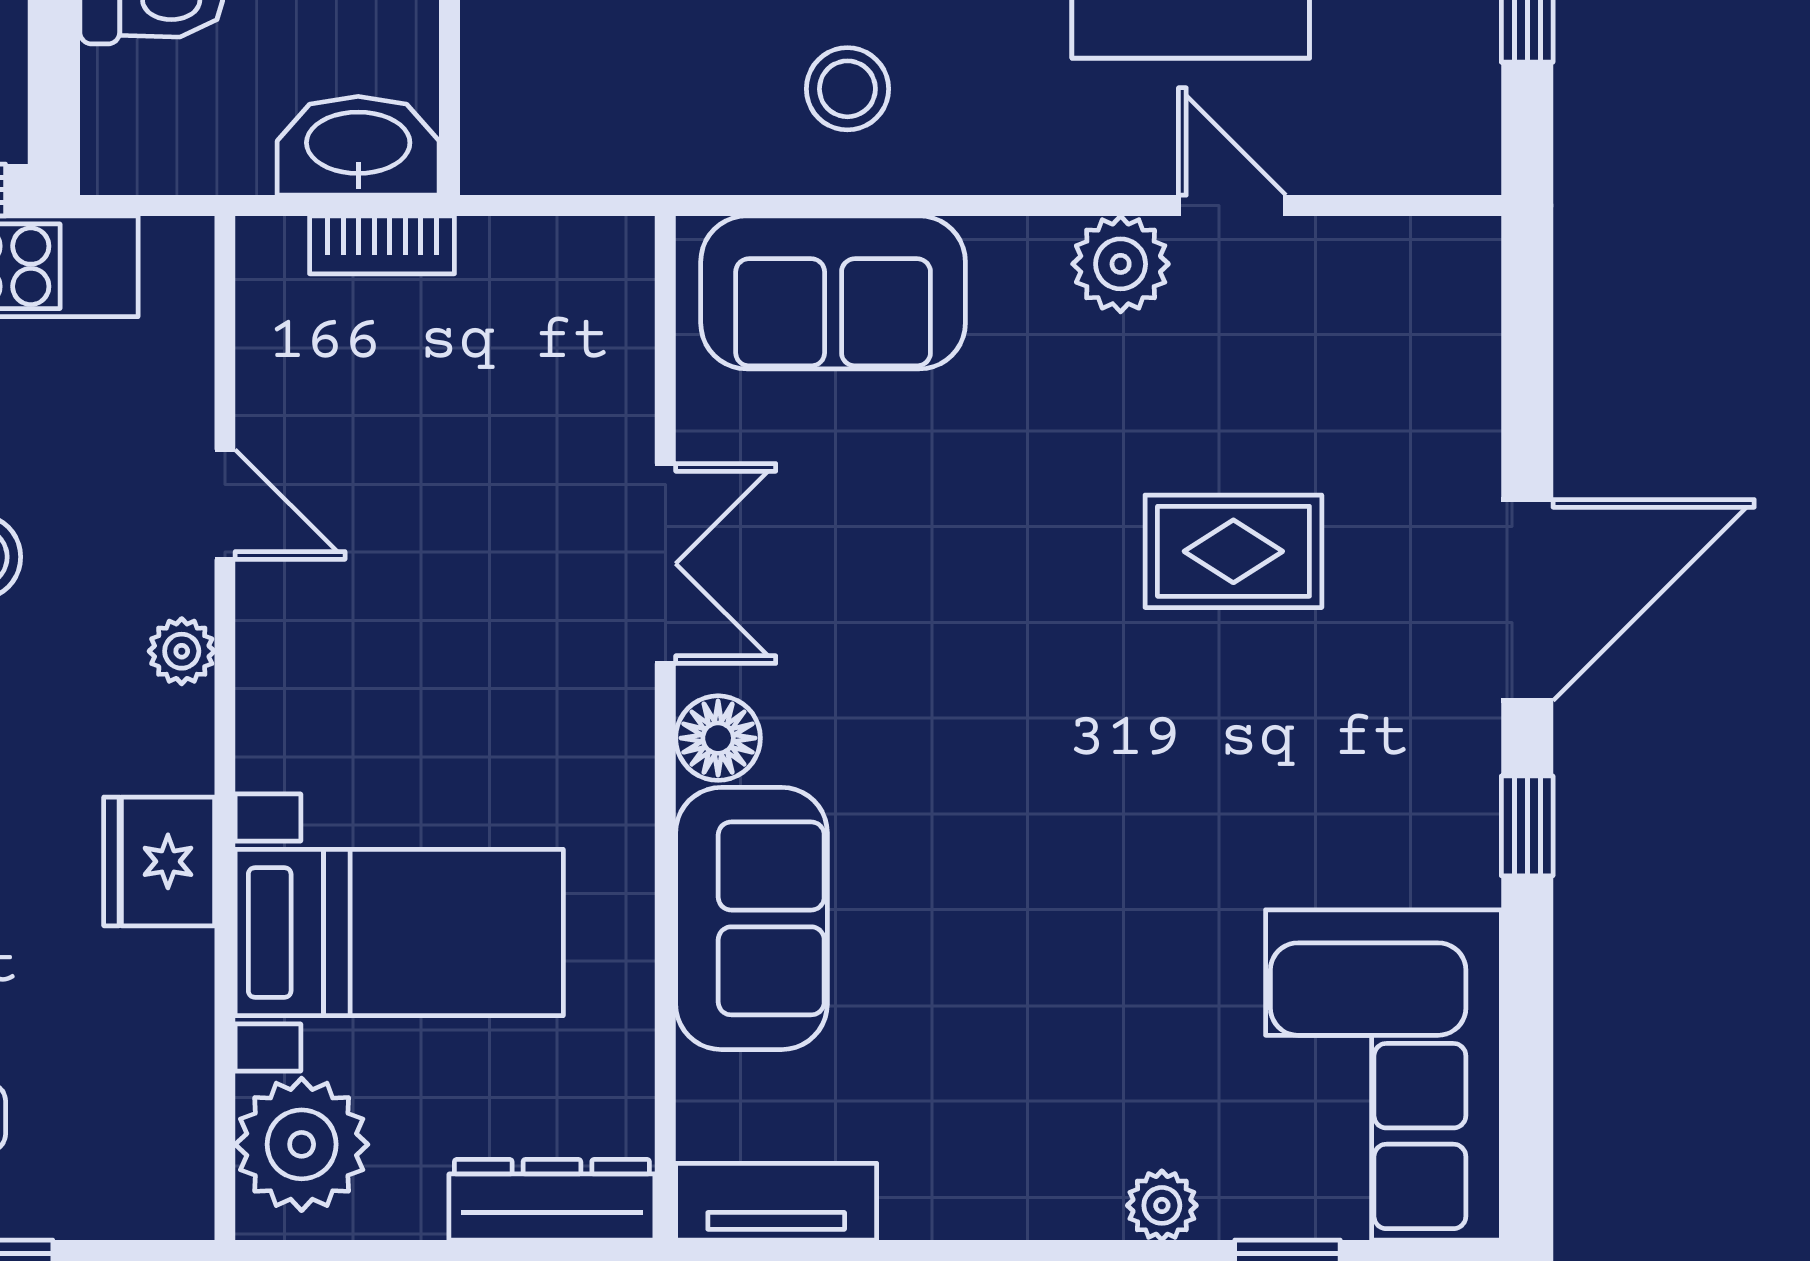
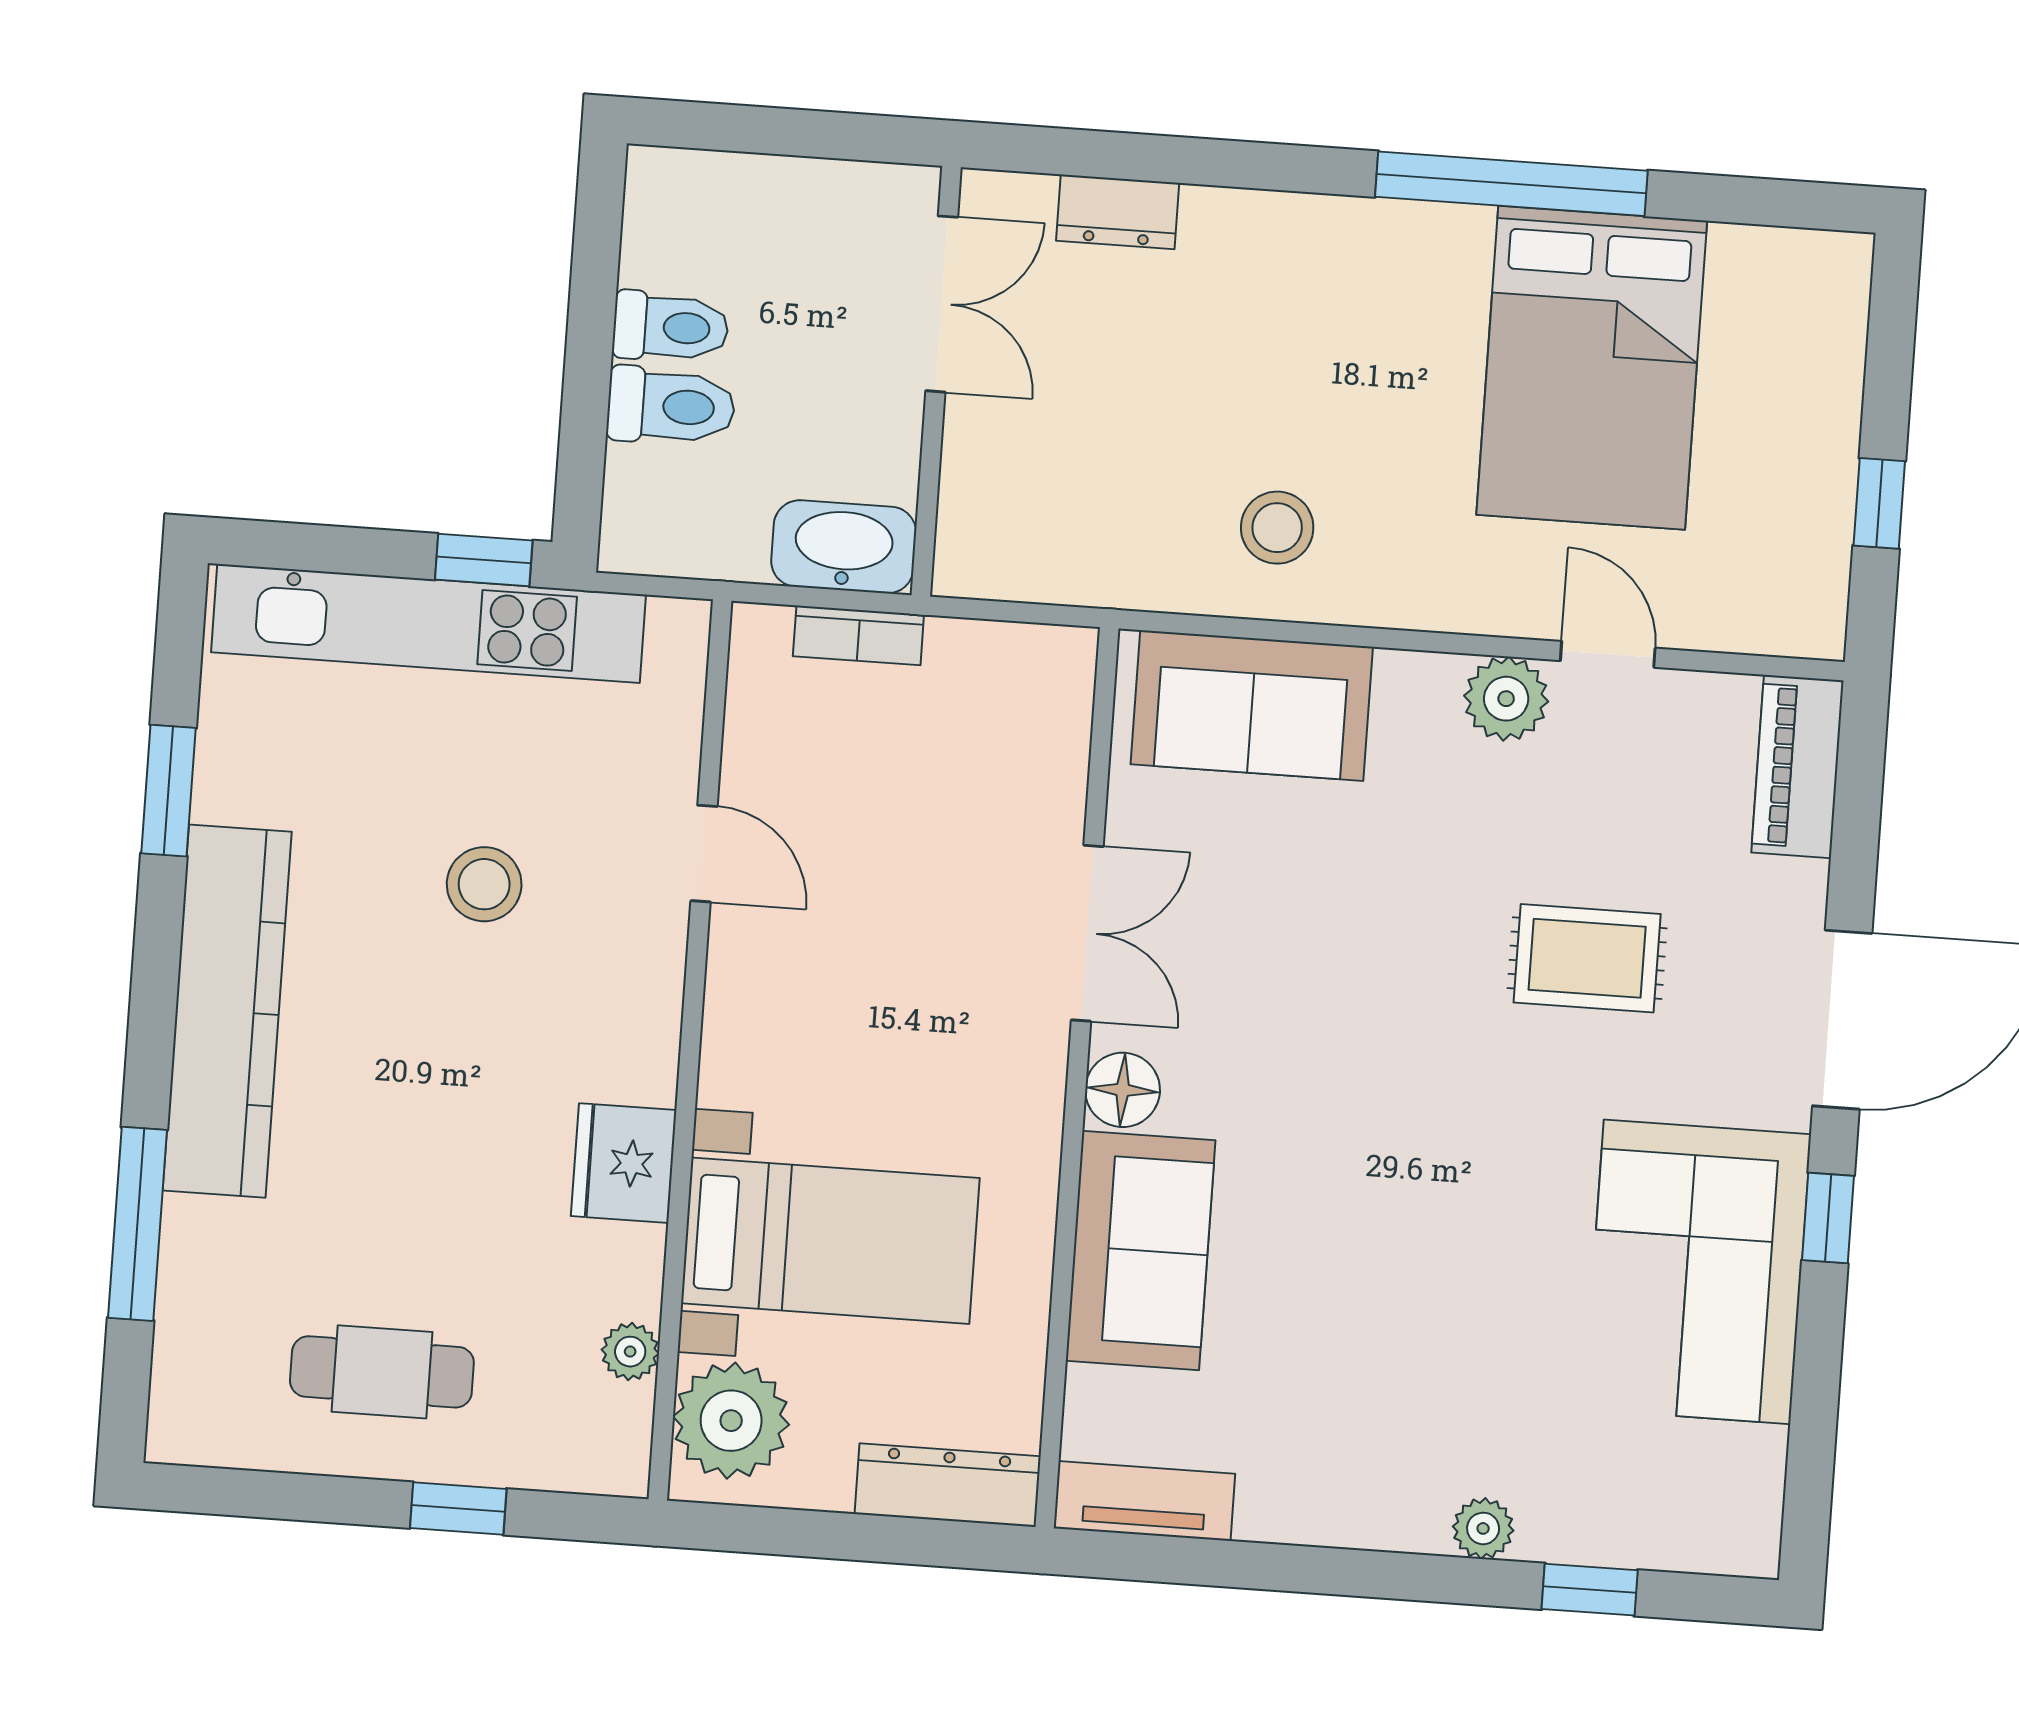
piano: (1456, 317) -> (1797, 766), added
plant: (182, 651) -> (630, 1352), moved
corner sofa: (1383, 1075) -> (1697, 1272), moved

